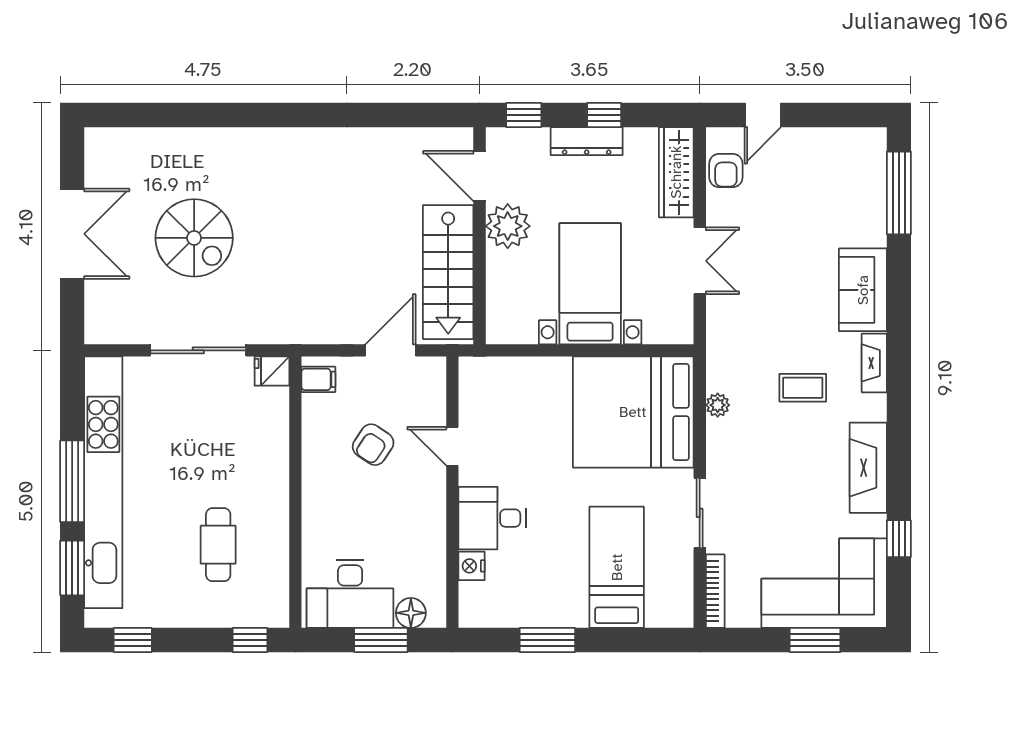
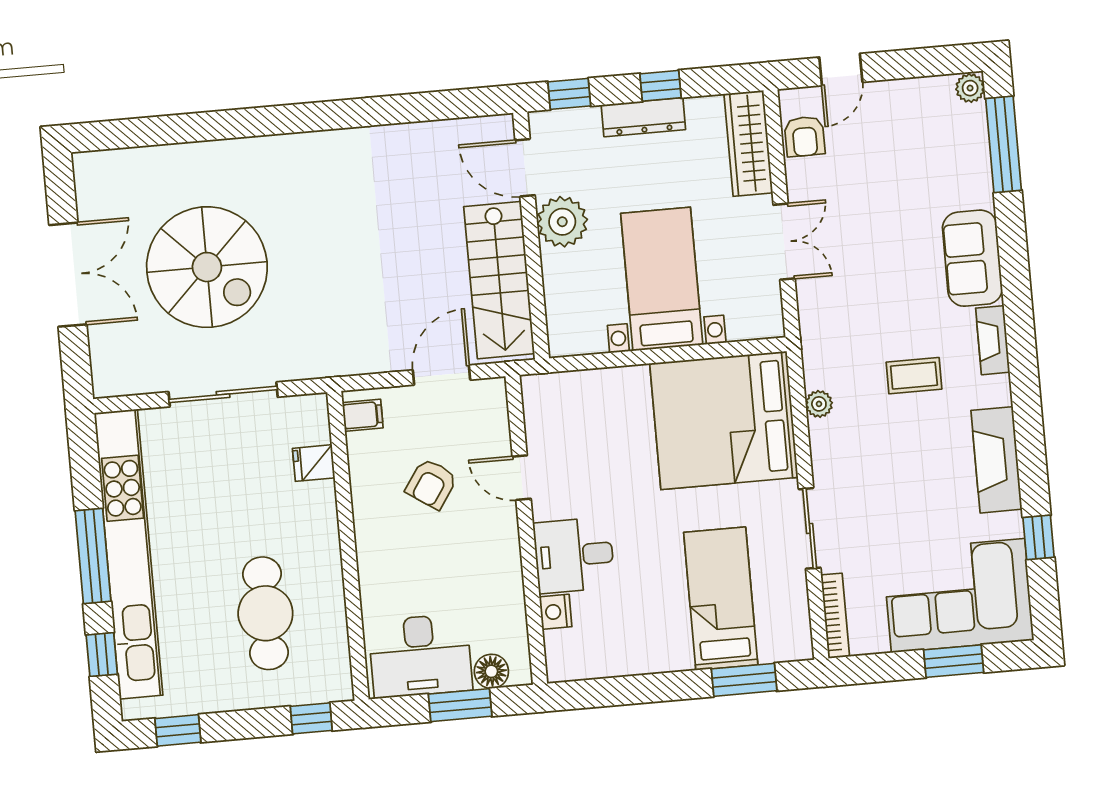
plant: (874, 141) -> (970, 88), added
spiral stairs: (194, 238) -> (207, 267), width x1.37, depth x1.37
fridge: (272, 371) -> (314, 463), moved
cafe table: (218, 545) -> (265, 613), width x1.37, depth x1.35
window: (72, 568) -> (102, 655), width x0.67
window: (547, 640) -> (744, 680), moved

